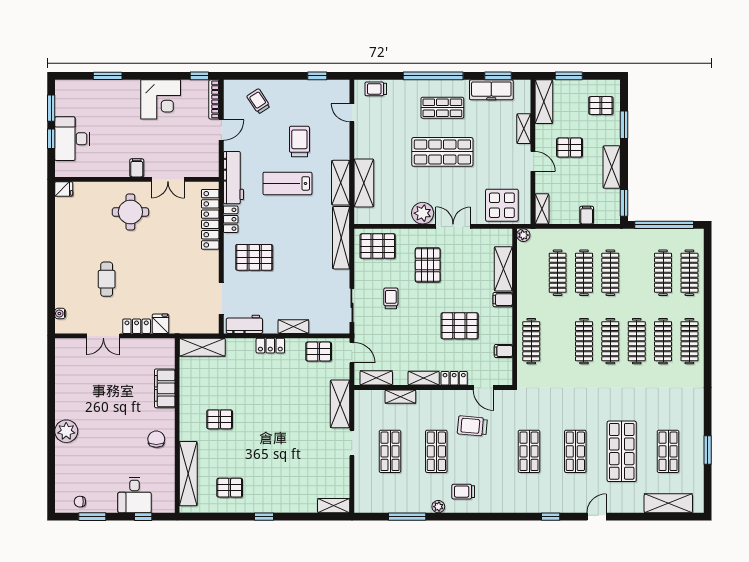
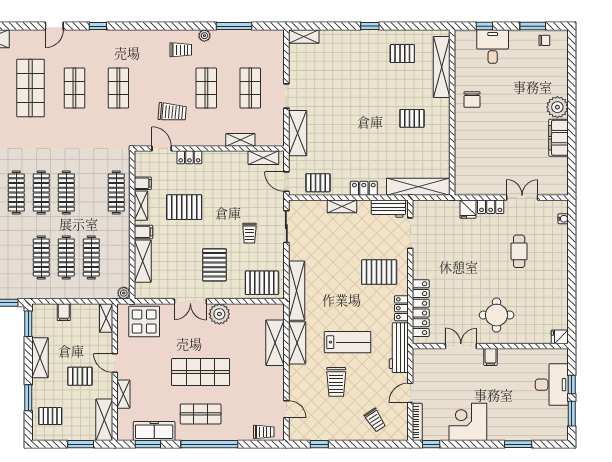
shelving: (202, 347) -> (418, 187), width x1.47
shelving: (424, 378) -> (141, 206), moved, turned 90
filing cabinet: (165, 388) -> (559, 138), moved, turned 180

